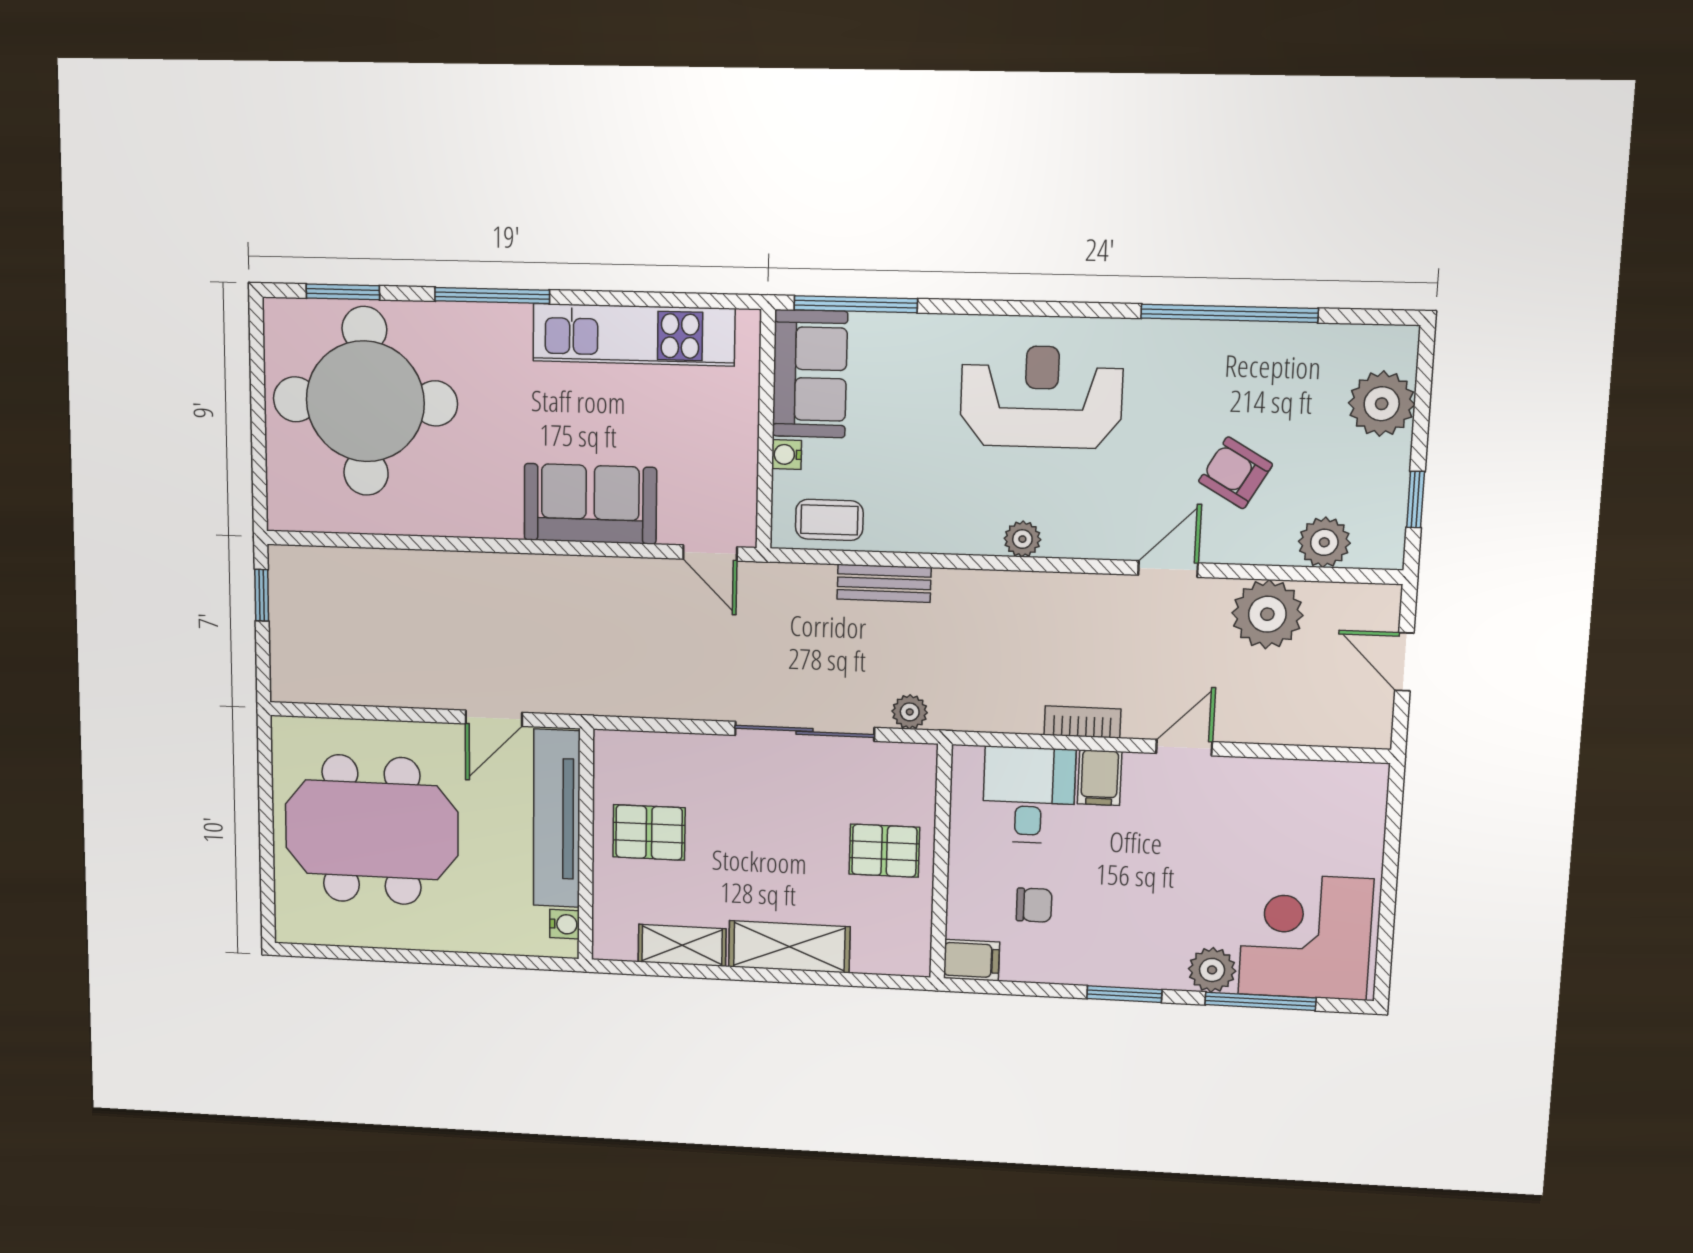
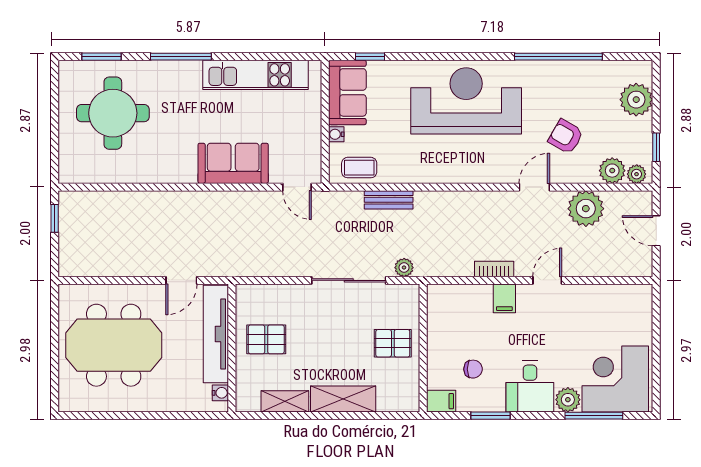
window: (856, 304) -> (370, 57), width x0.46
reception desk: (1041, 397) -> (466, 101), width x1.36, depth x1.30
round table: (365, 401) -> (113, 113), width x0.73, depth x0.73
plant: (1022, 539) -> (637, 174), moved
desk: (1029, 795) -> (530, 386), moved, turned 180
window: (1124, 994) -> (490, 416), moved

